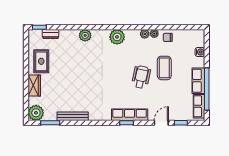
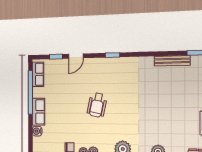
coffee table: (164, 68) -> (73, 115), removed
row of seats: (198, 81) -> (39, 112), moved
row of seats: (130, 115) -> (109, 64), removed

